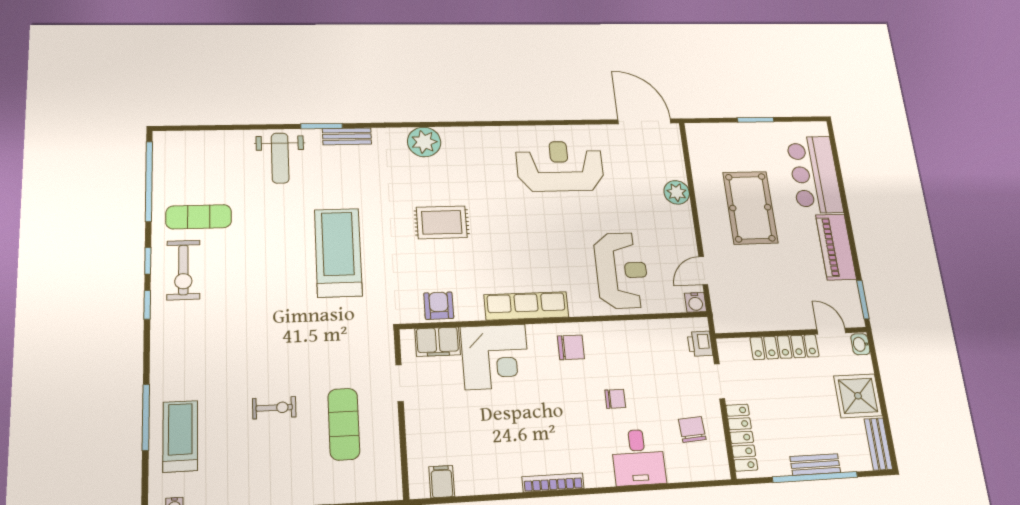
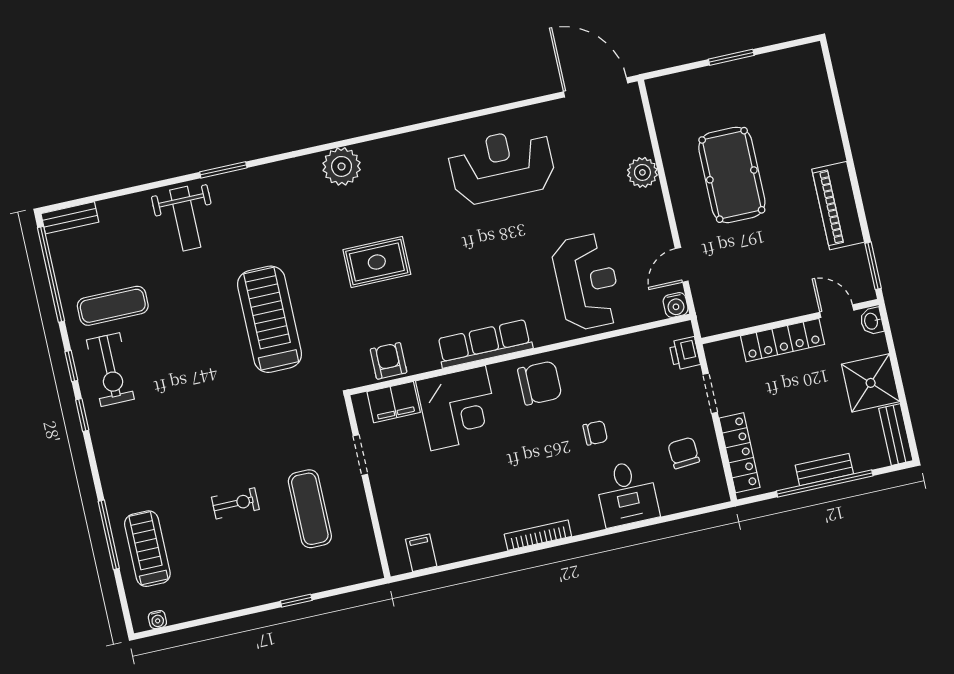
bench: (347, 136) -> (70, 218), moved
bar counter: (815, 175) -> (808, 116), removed
chair: (571, 347) -> (540, 383), width x1.37, depth x1.37

